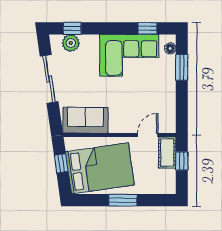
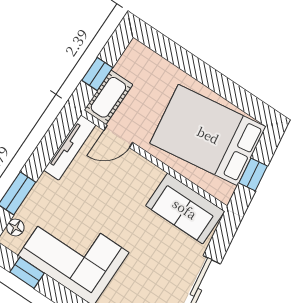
tv unit: (170, 111) -> (70, 147), added
window: (123, 200) -> (206, 75), removed

